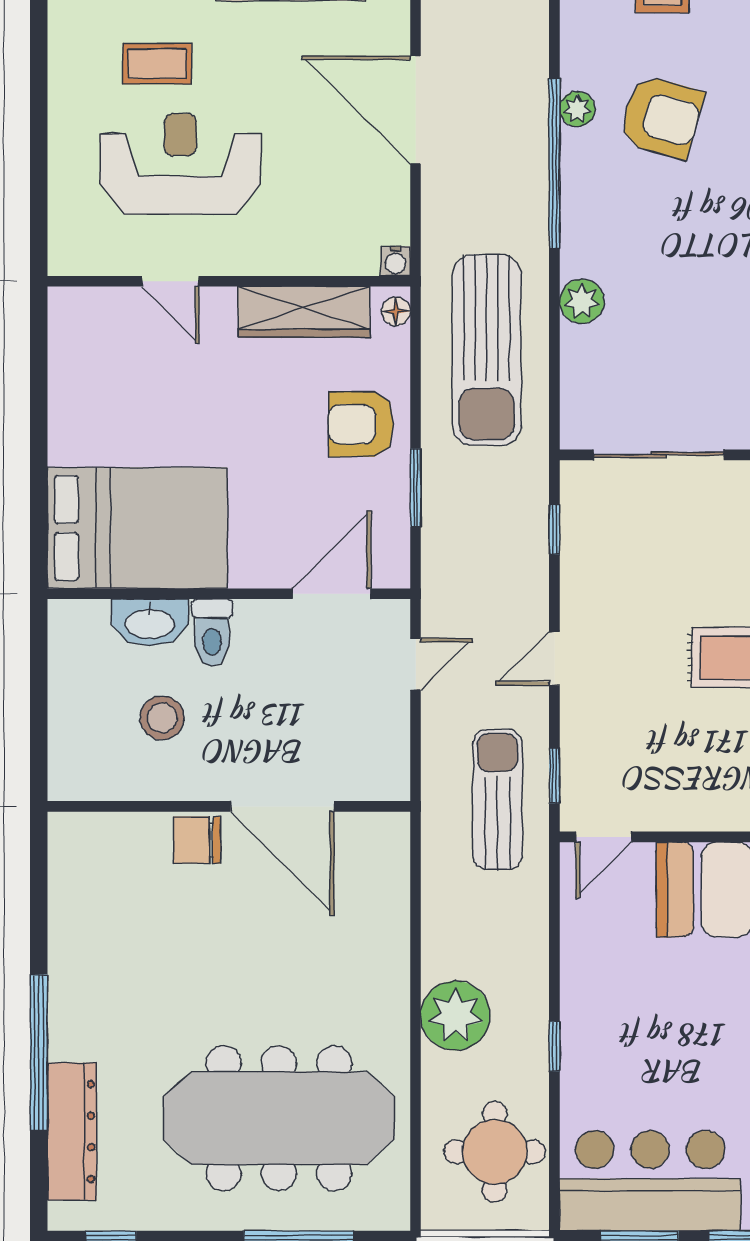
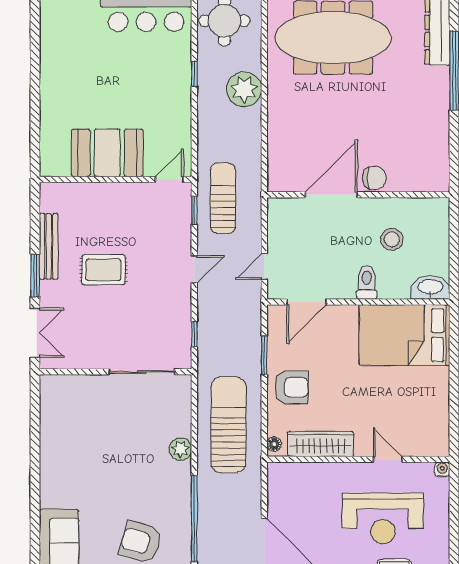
plant: (577, 109) -> (183, 546), removed
water cooler: (395, 261) -> (442, 469), moved
washbasin: (150, 622) -> (430, 287), moved
sun lounger: (497, 800) -> (223, 198), turned 180
door: (282, 806) -> (331, 195), hinge flipped

